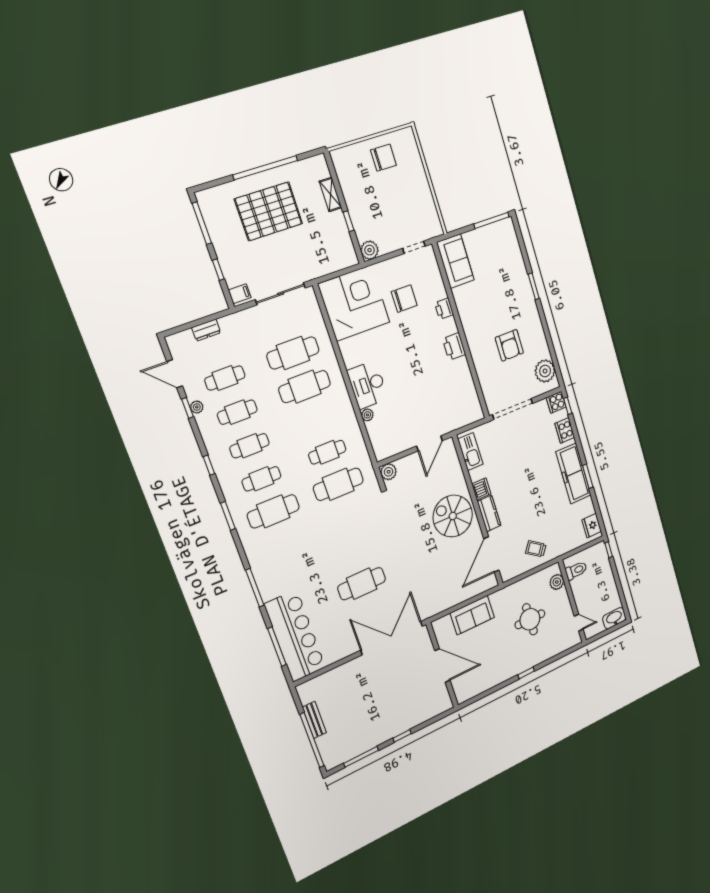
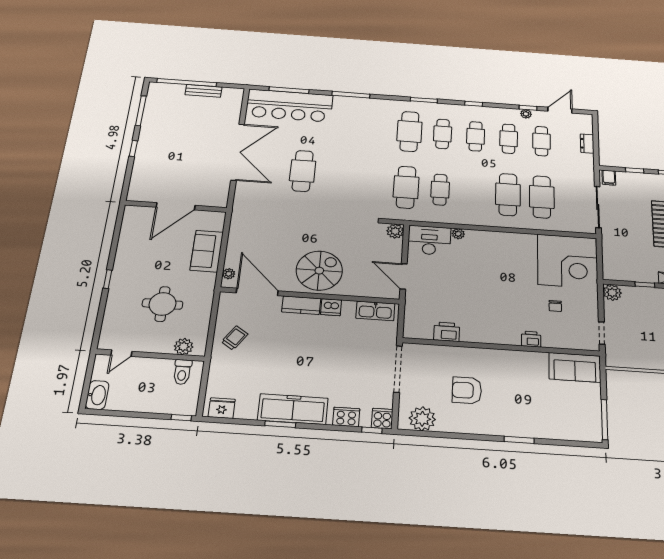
chair: (404, 299) -> (555, 306), width x0.54, depth x0.54
printer: (454, 346) -> (447, 332), moved
desk: (368, 385) -> (429, 240), moved
plant: (485, 586) -> (229, 274), added
double door: (392, 638) -> (238, 152), moved

